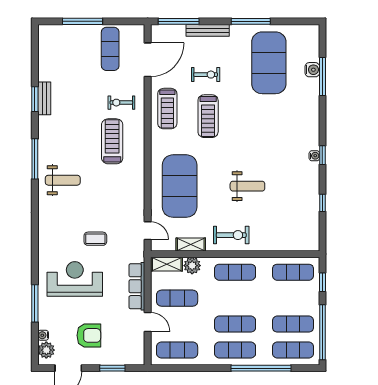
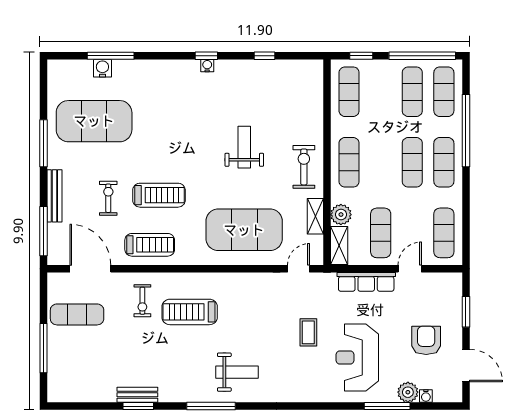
weight bench: (63, 180) -> (237, 372), turned 90
plant: (46, 350) -> (408, 392), moved

